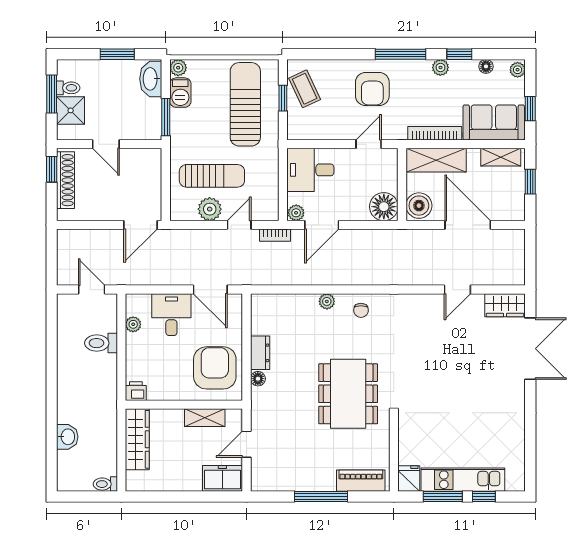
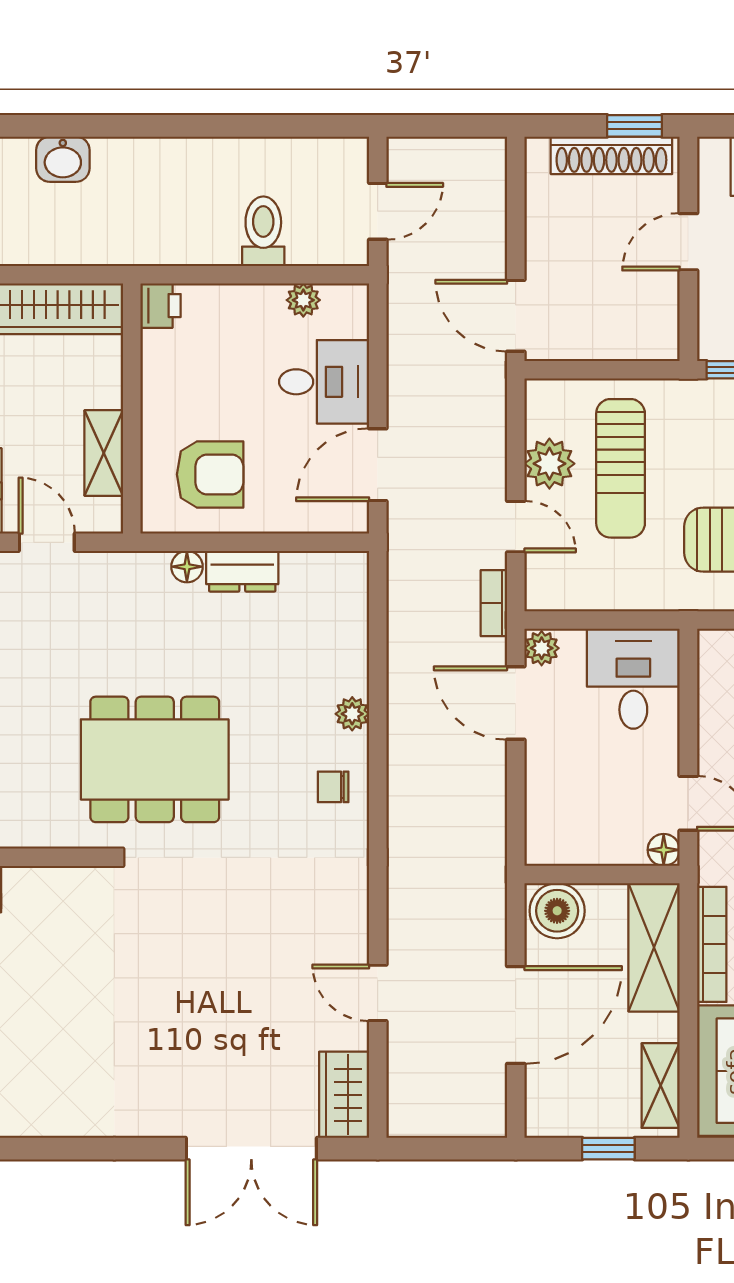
floor lamp: (384, 207) -> (664, 850), moved, width x0.53, depth x0.53
armchair: (215, 368) -> (210, 474), width x0.73, depth x0.73

